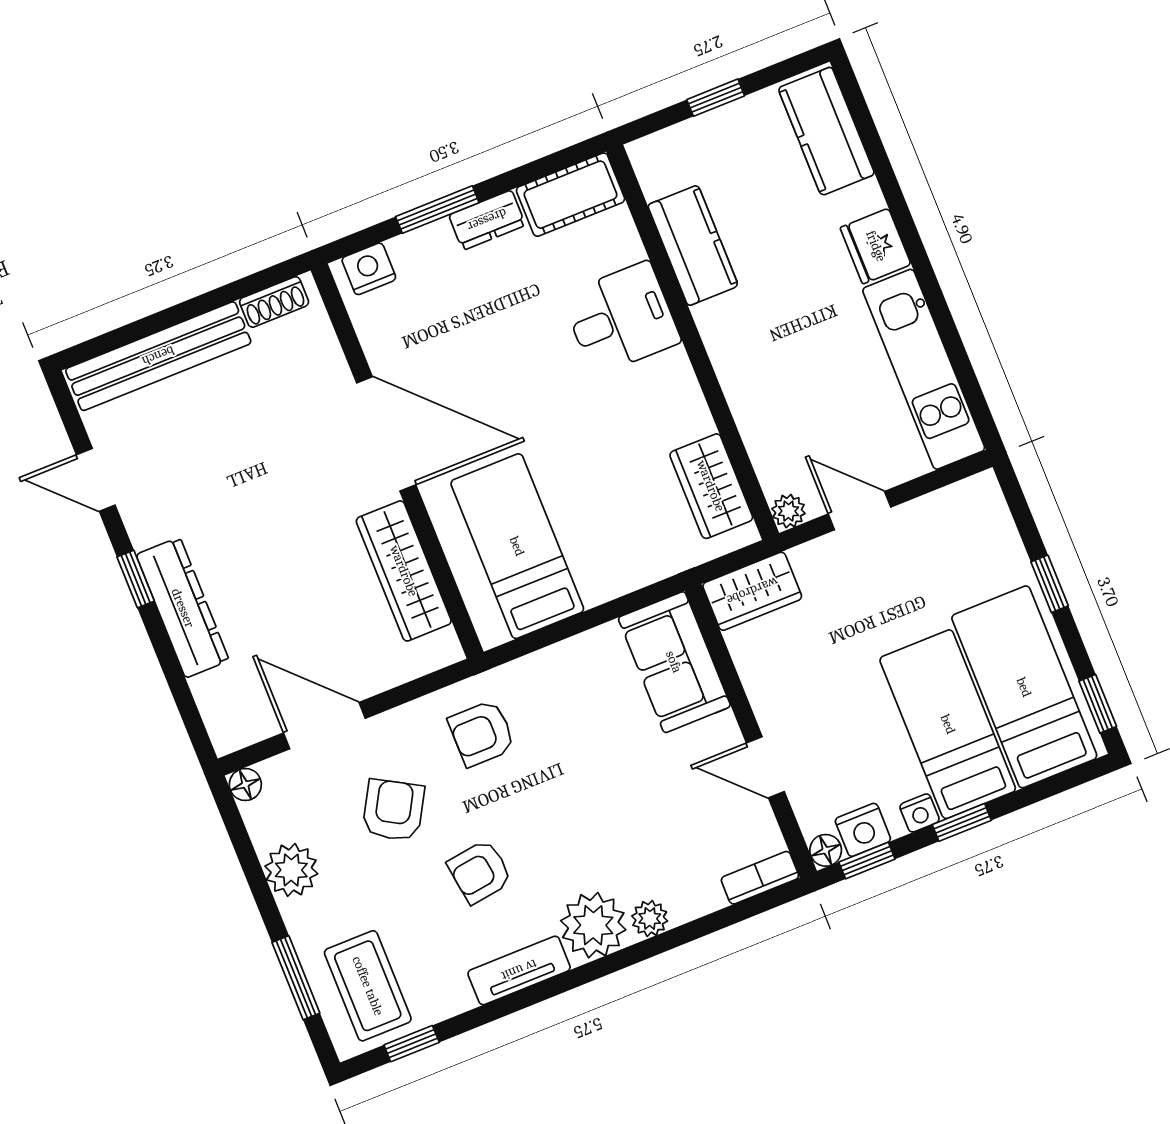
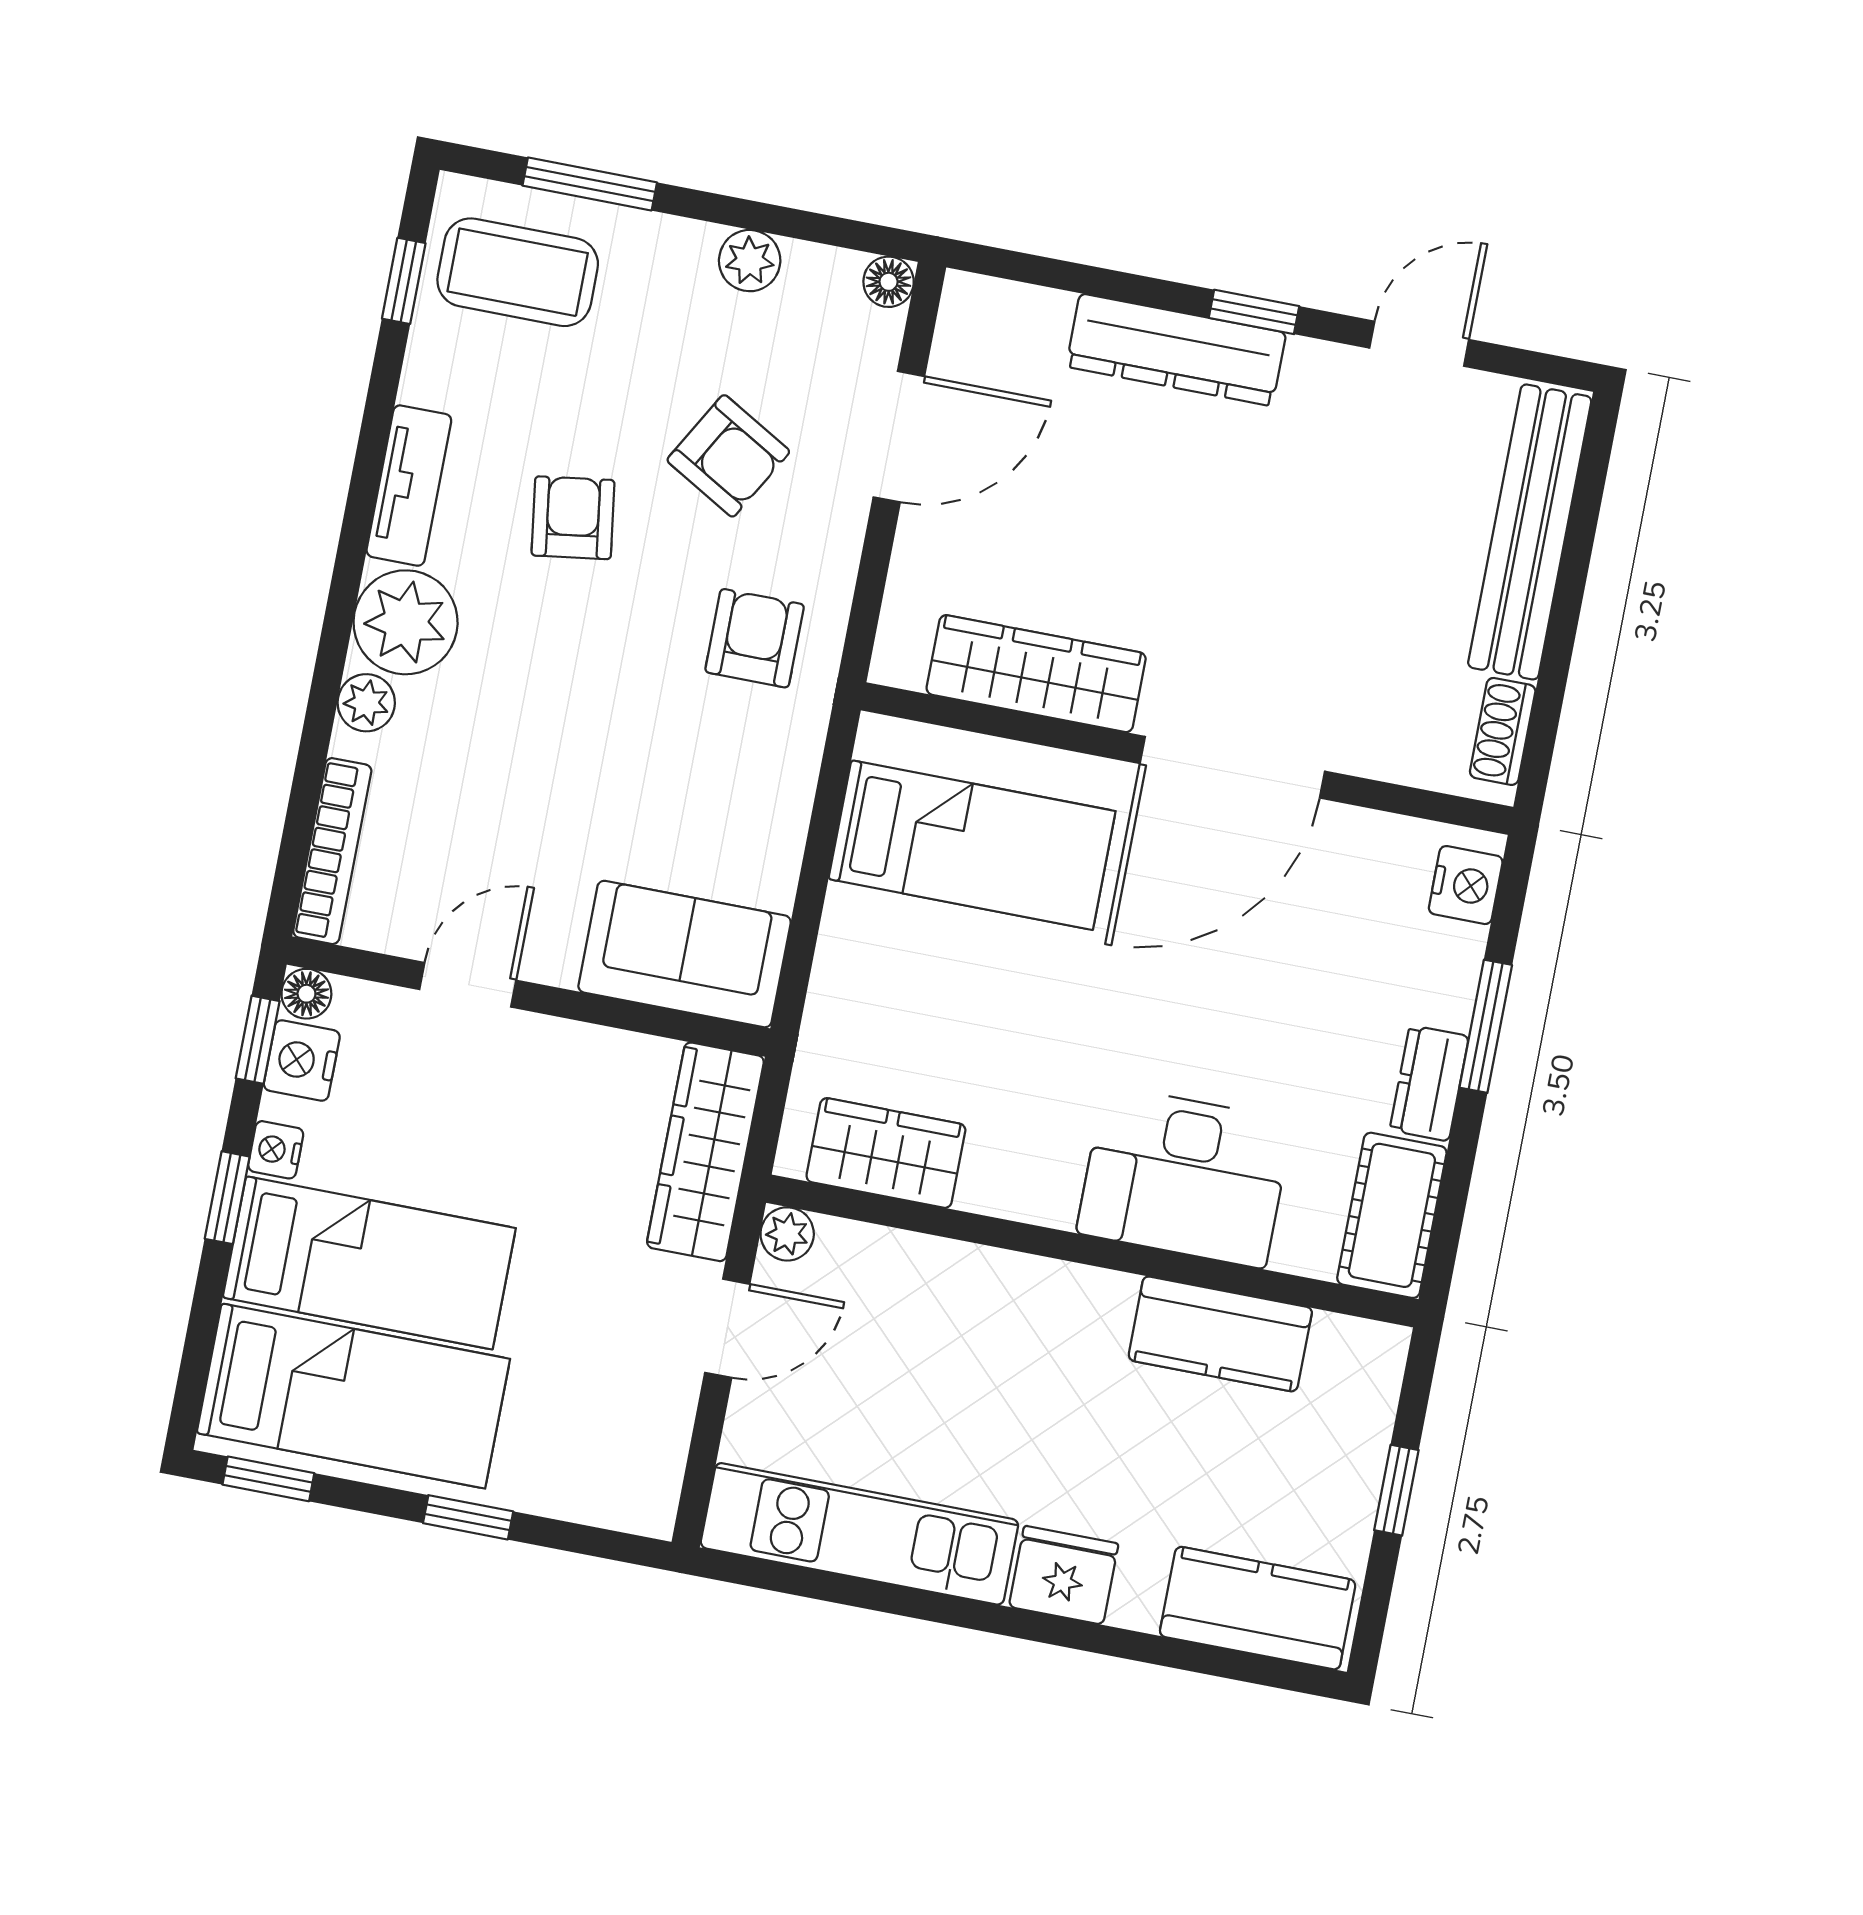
desk: (621, 318) -> (1185, 1177), width x1.37
wardrobe: (752, 591) -> (705, 1152), width x1.50
plant: (291, 870) -> (750, 261), width x0.73, depth x0.73
bookcase: (760, 878) -> (332, 851), width x1.56

